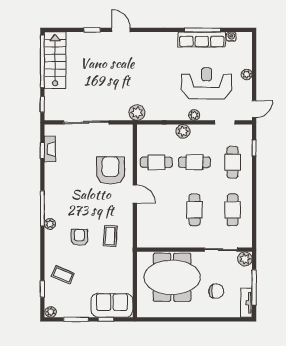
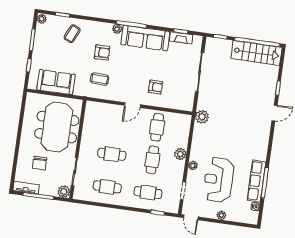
reception desk: (207, 83) -> (218, 180), turned 180
armchair: (110, 170) -> (156, 87), width x0.53, depth x0.53
sofa: (56, 190) -> (145, 38), added
sofa: (112, 305) -> (56, 82), moved, turned -90

